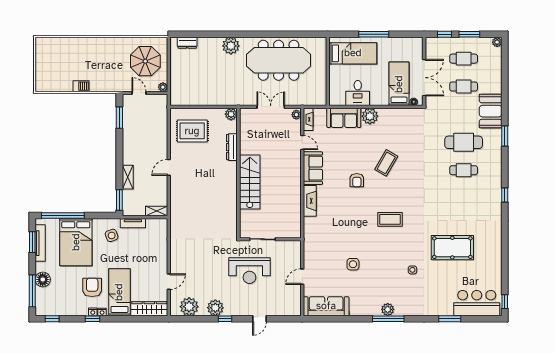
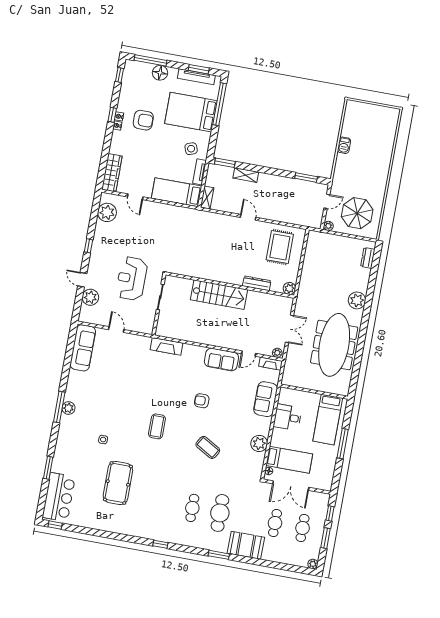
plant: (370, 116) -> (259, 443), moved
coffee table: (386, 163) -> (208, 447), moved
fireplace: (310, 201) -> (166, 346), moved
side table: (353, 264) -> (119, 382), removed
bed: (119, 292) -> (177, 192), moved, turned 180
plant: (215, 308) -> (90, 297), moved

